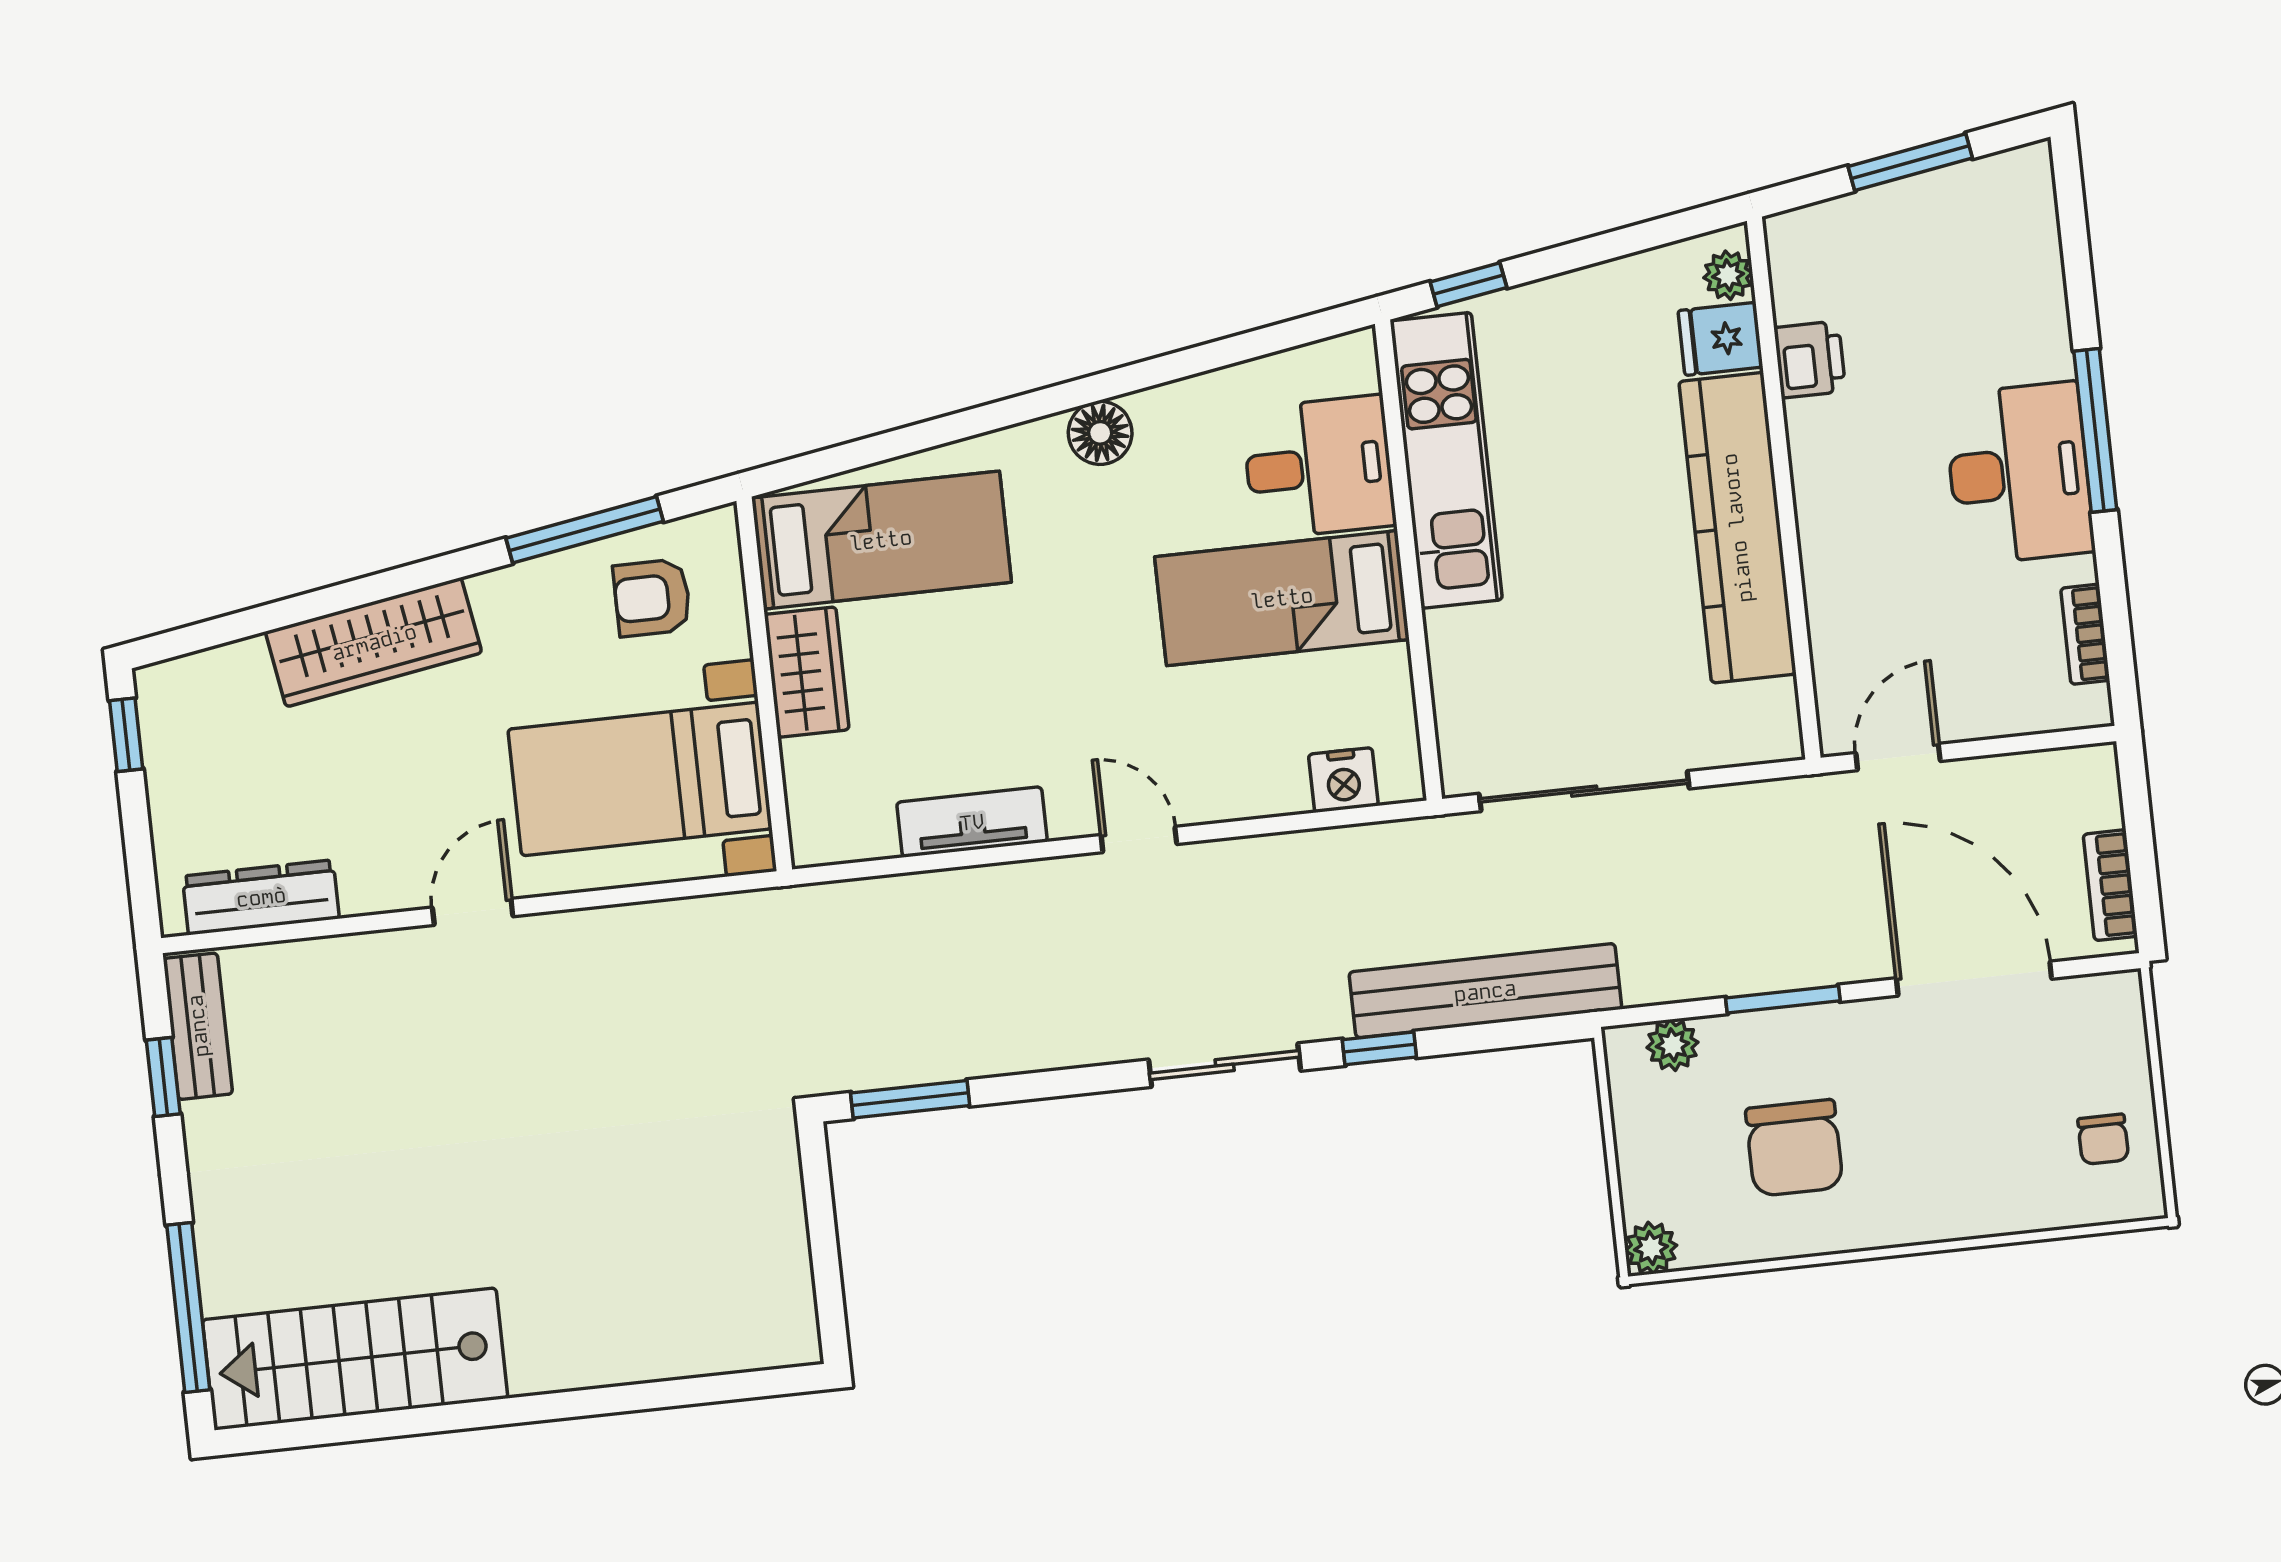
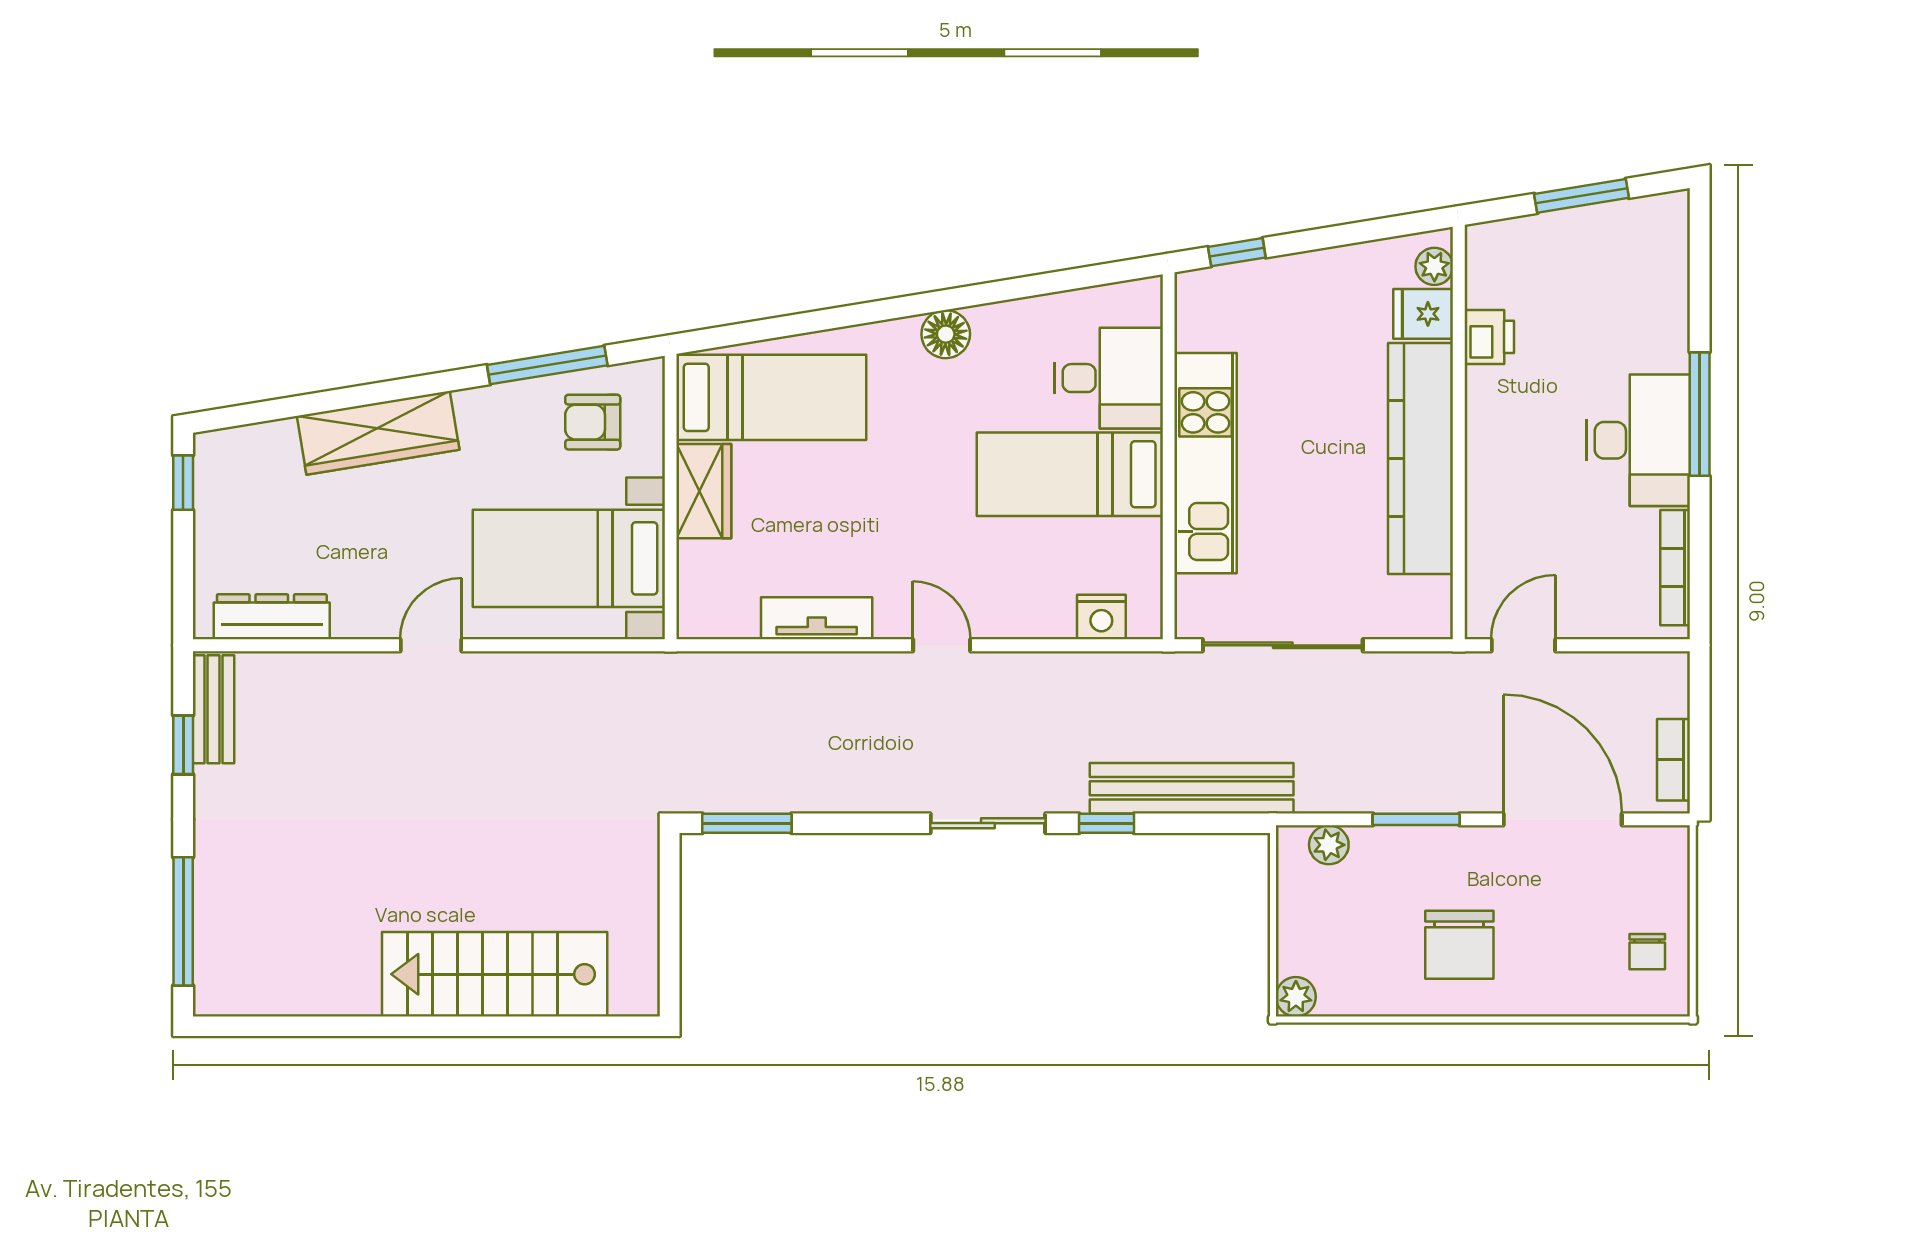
kitchen unit: (1446, 460) -> (1206, 463), moved
bookcase: (2085, 634) -> (1675, 568), width x1.56
chair: (1794, 1148) -> (1459, 945), moved
stairs: (355, 1359) -> (495, 974), moved

